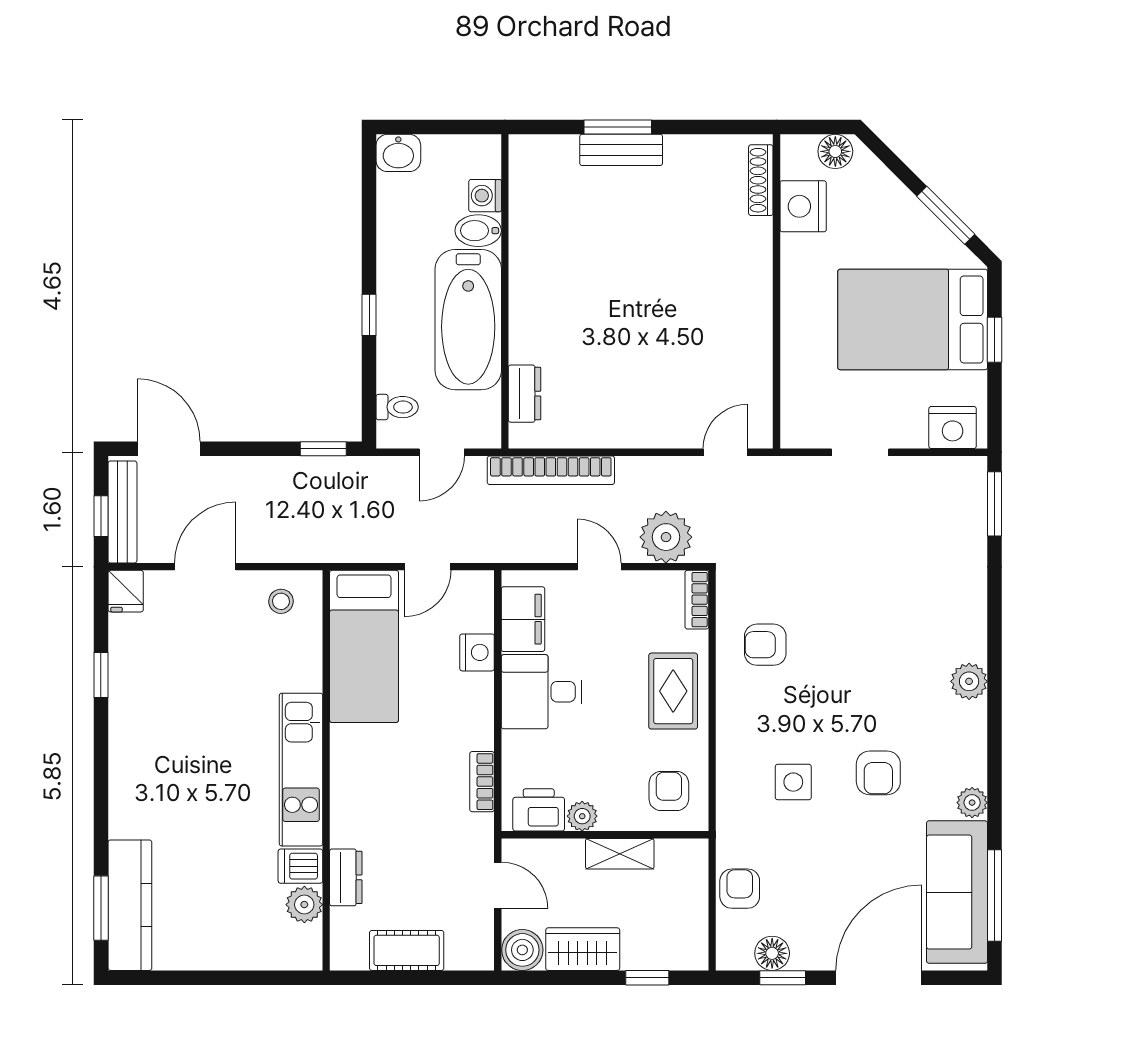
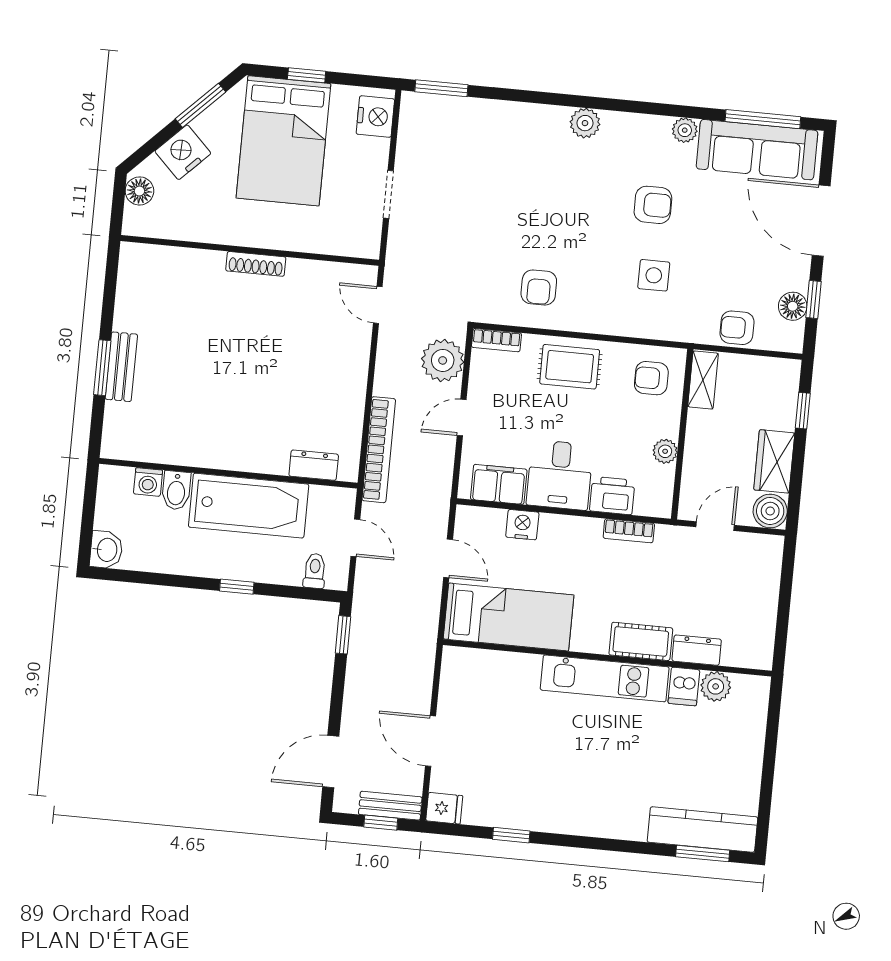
shoe rack: (761, 180) -> (256, 264), moved
nightstand: (803, 206) -> (183, 152), moved, turned 135
bench: (122, 512) -> (390, 806), width x0.73
stool: (281, 601) -> (465, 682), removed
printer: (539, 810) -> (612, 496), moved, turned 90
shelving: (620, 854) -> (703, 380), moved
cot: (407, 950) -> (641, 641), moved, turned 90

